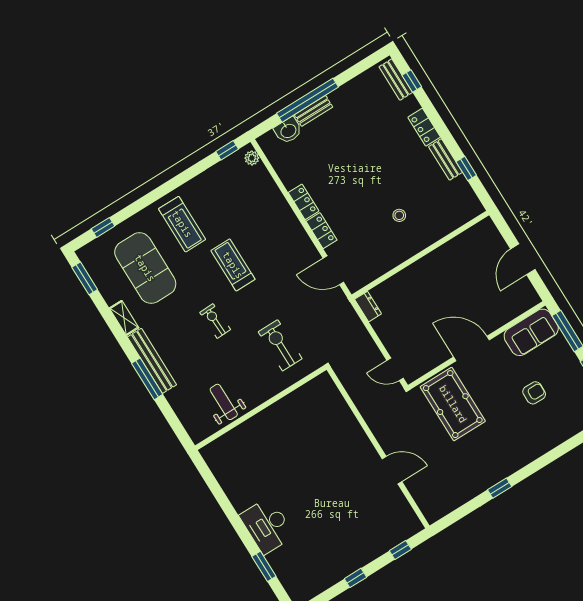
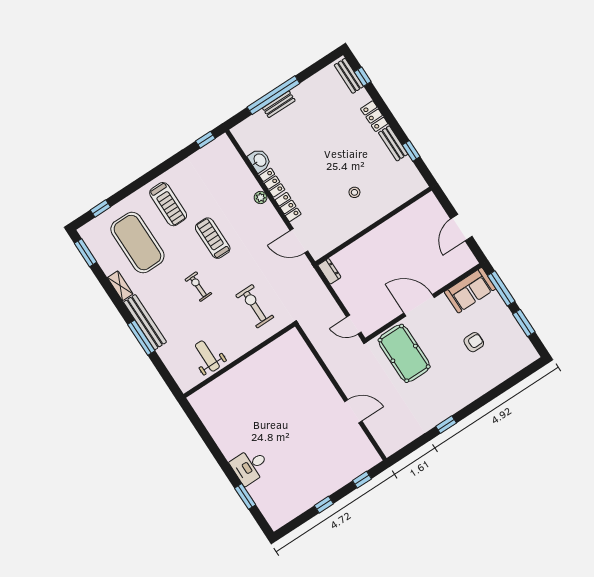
washbasin: (288, 130) -> (260, 160), moved, turned -90
plant: (252, 158) -> (261, 197), moved
desk: (267, 526) -> (250, 466), width x0.73

